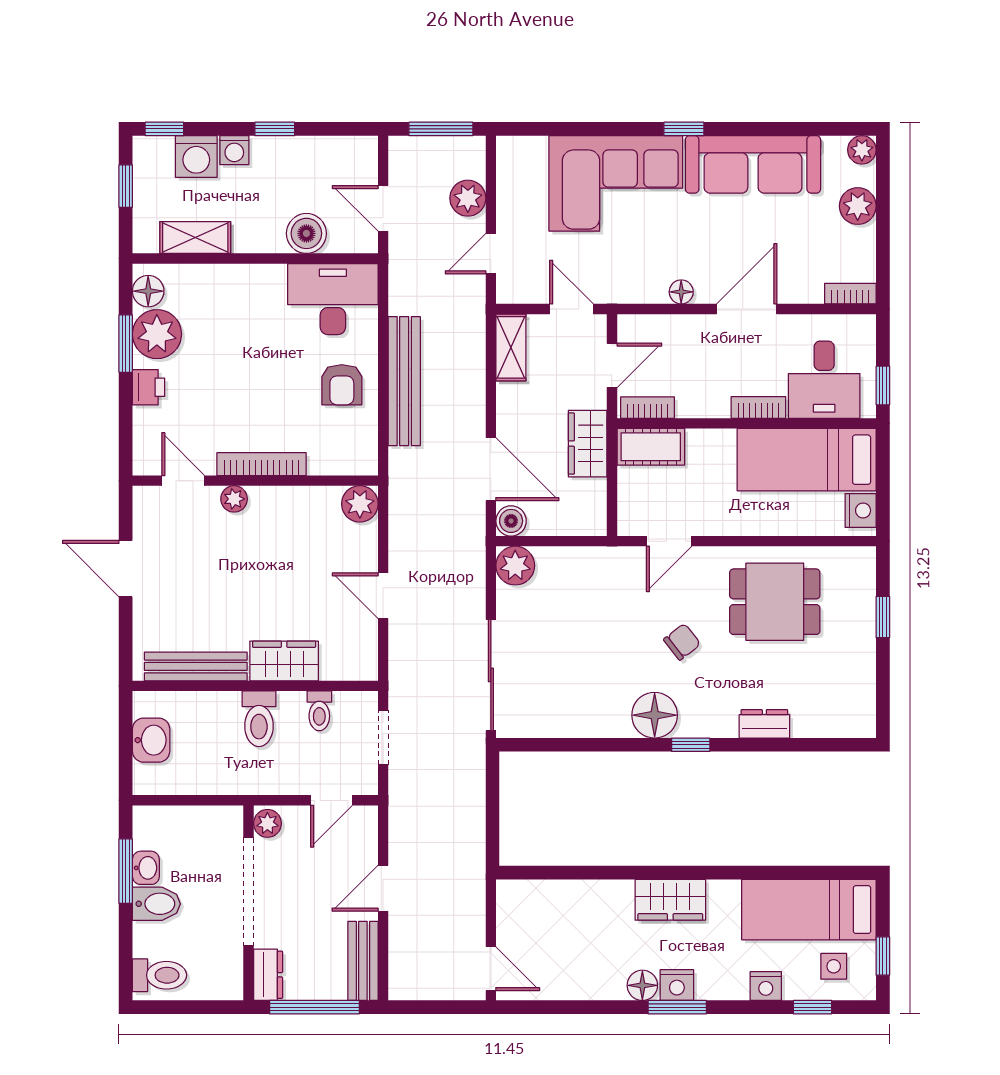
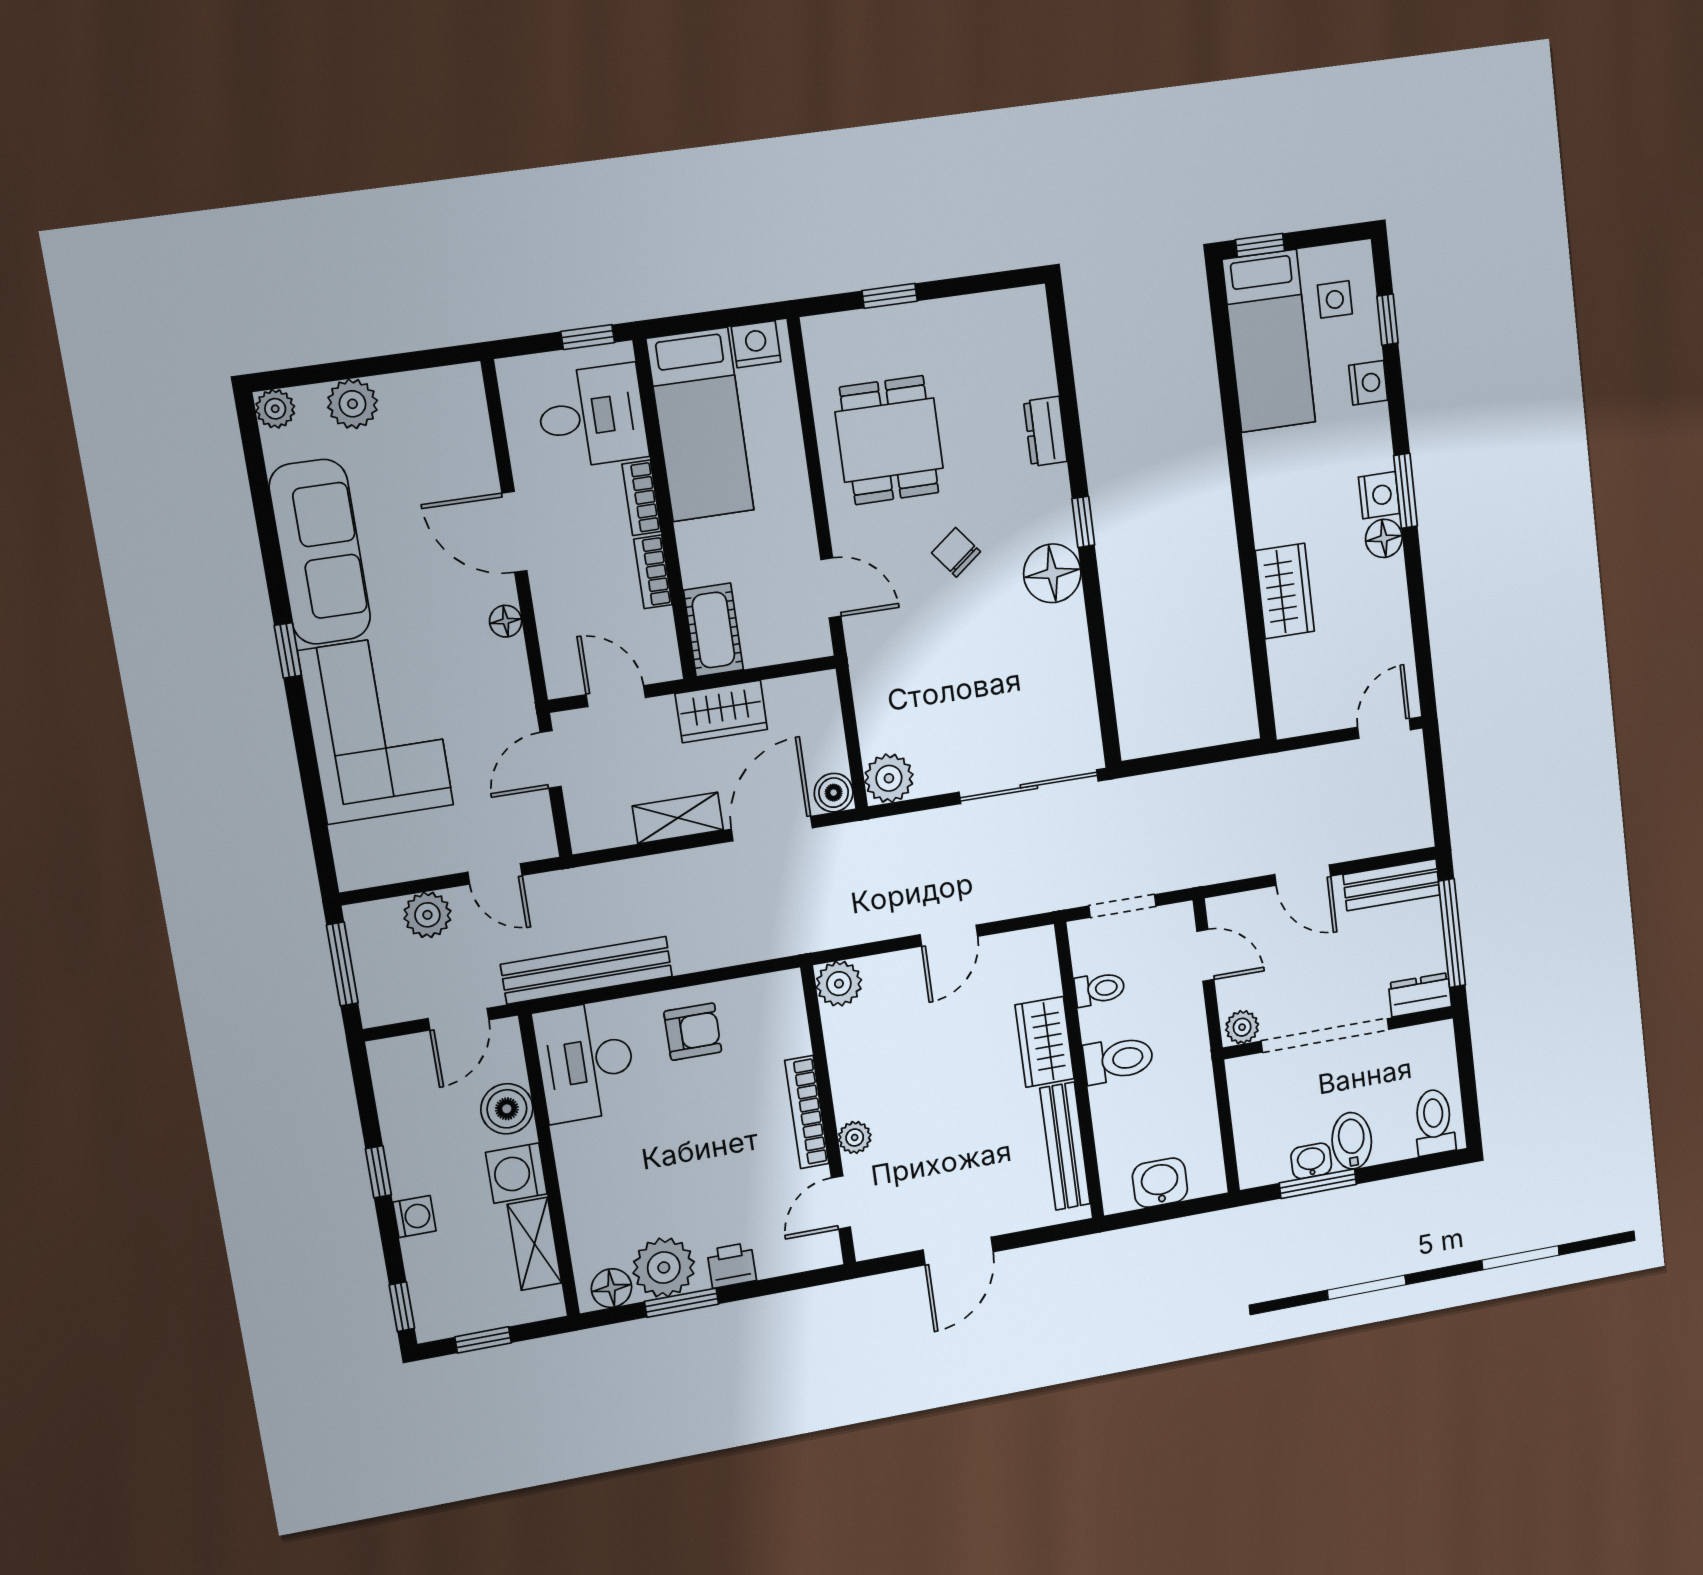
washing machine: (196, 156) -> (516, 1173), moved, turned 180
bookcase: (850, 294) -> (472, 397), removed
shelving: (511, 347) -> (678, 818), moved
bench: (404, 381) -> (587, 970), moved
bookcase: (648, 408) -> (653, 572), moved
wardrobe: (670, 900) -> (1285, 591), moved
window: (883, 956) -> (1260, 245), moved

